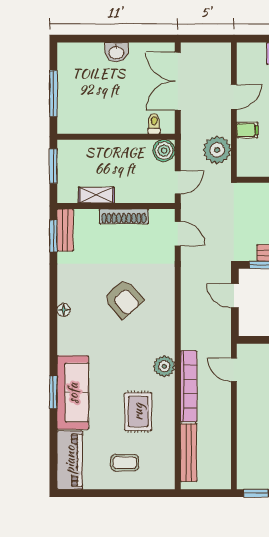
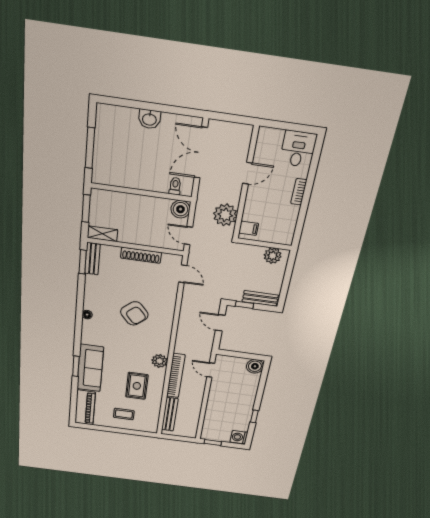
filing cabinet: (247, 130) -> (249, 228), moved
door: (178, 182) -> (188, 236), swing flipped
shelving: (96, 195) -> (102, 234), moved

